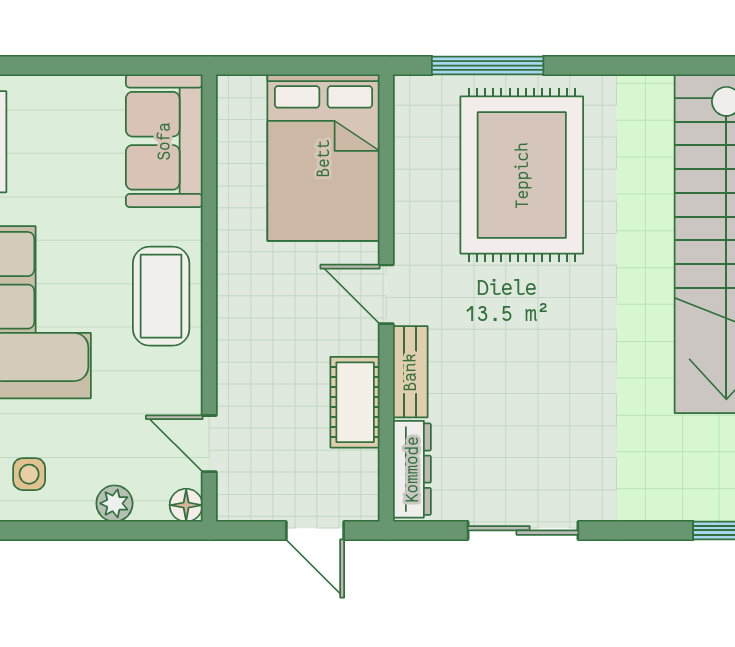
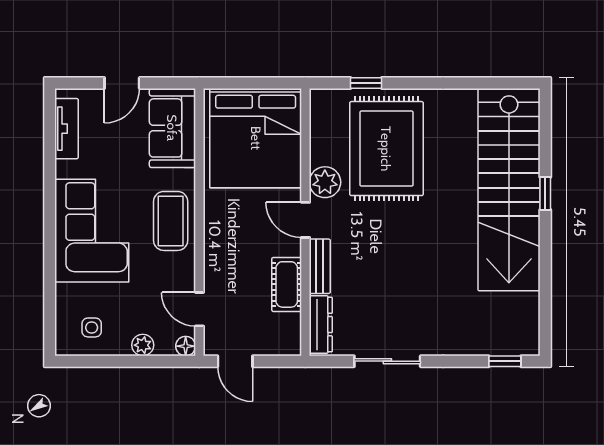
door: (80, 66) -> (122, 83), added
window: (488, 66) -> (366, 83), width x0.46
bed: (323, 158) -> (256, 138), width x1.36
plant: (419, 231) -> (325, 182), added
door: (315, 530) -> (235, 361), moved

